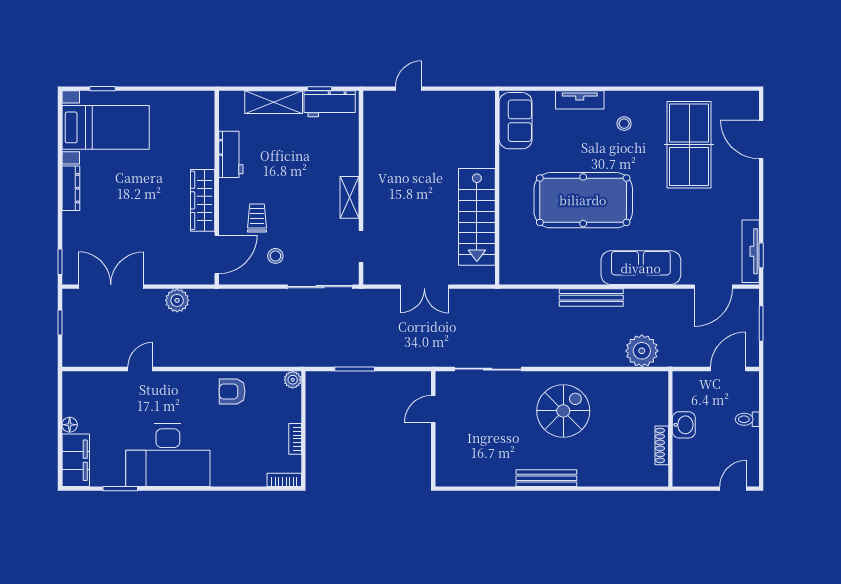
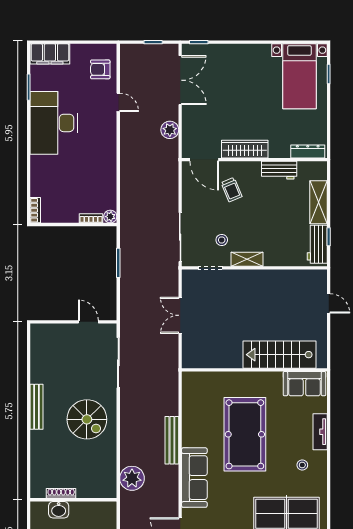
dresser: (71, 188) -> (308, 151), moved, turned 180
stairs: (477, 217) -> (280, 355), moved
trolley: (257, 218) -> (232, 190), turned 67
stool: (275, 256) -> (222, 240), moved
armchair: (232, 392) -> (100, 69), moved, turned -90
floor lamp: (70, 425) -> (77, 49), removed
washbasin: (684, 425) -> (59, 510), moved
bookcase: (295, 439) -> (91, 218), moved

